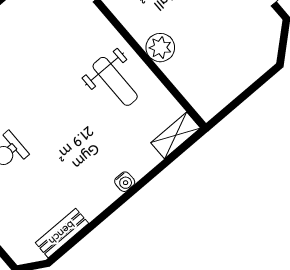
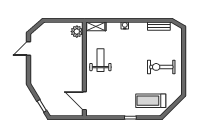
plant: (160, 48) -> (77, 32), moved

